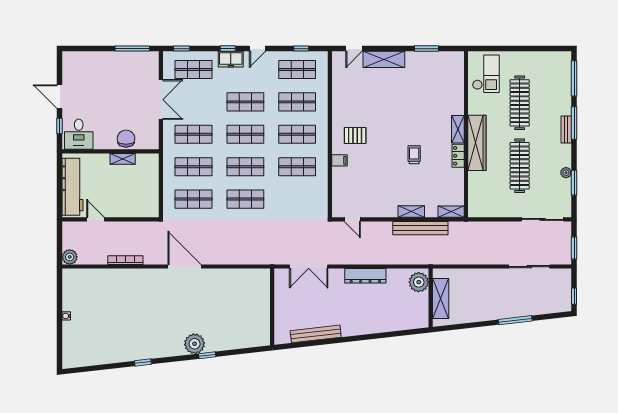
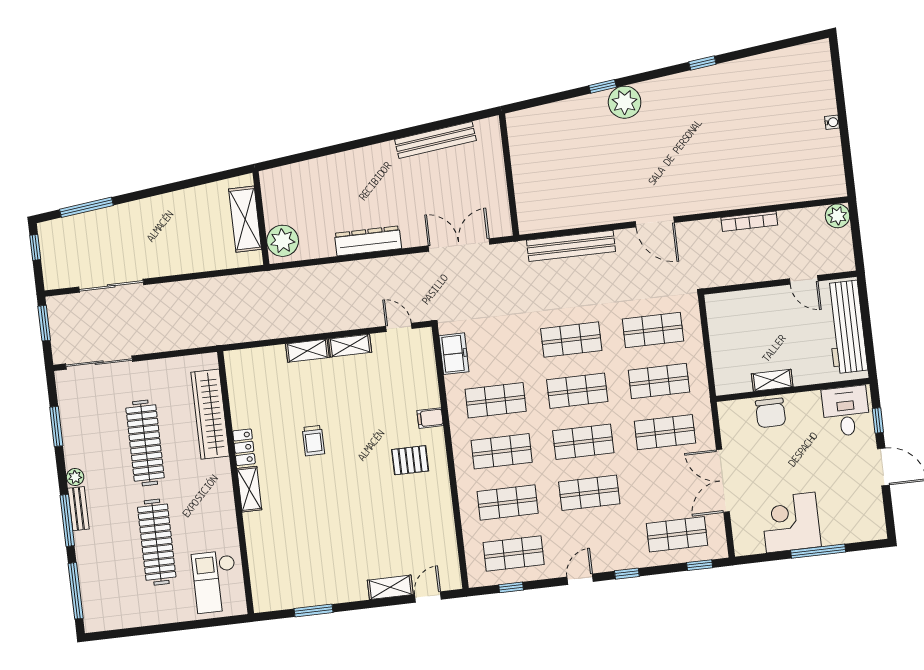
window: (132, 49) -> (818, 551), moved
freezer: (231, 59) -> (454, 354), moved, turned 90
shelving: (384, 59) -> (390, 587), width x0.67, depth x0.75
corner desk: (121, 69) -> (791, 522), added
wardrobe: (477, 143) -> (210, 414), moved
plant: (566, 173) -> (75, 477), moved
shelving: (451, 212) -> (350, 346), moved
bench: (420, 228) -> (571, 246), moved
door: (184, 267) -> (655, 222), width x0.73
window: (515, 320) -> (86, 207), moved

